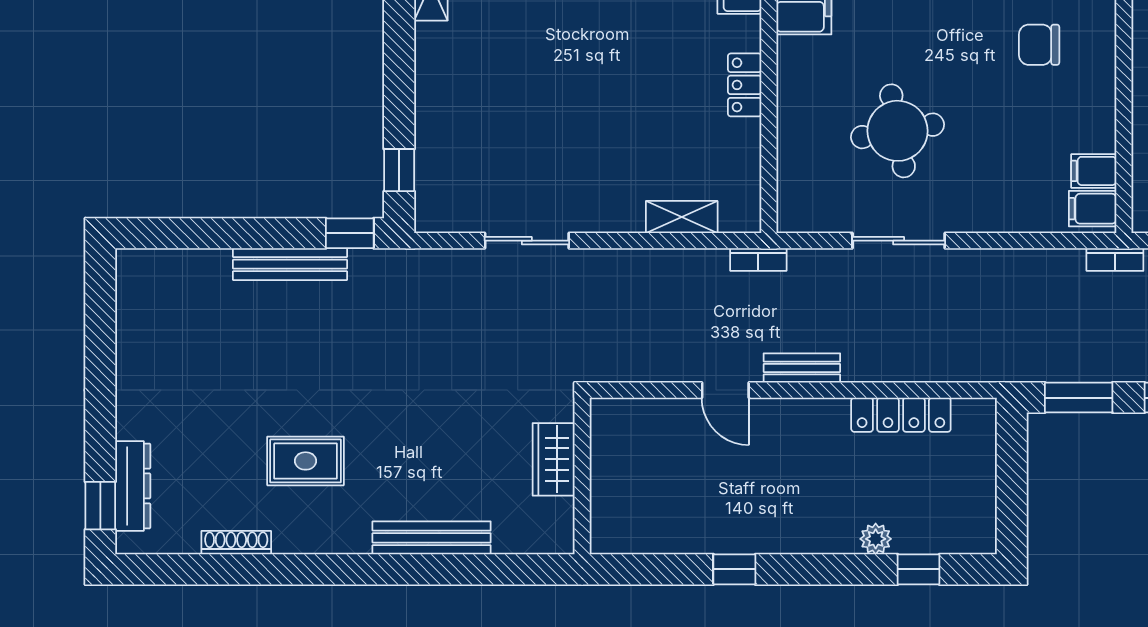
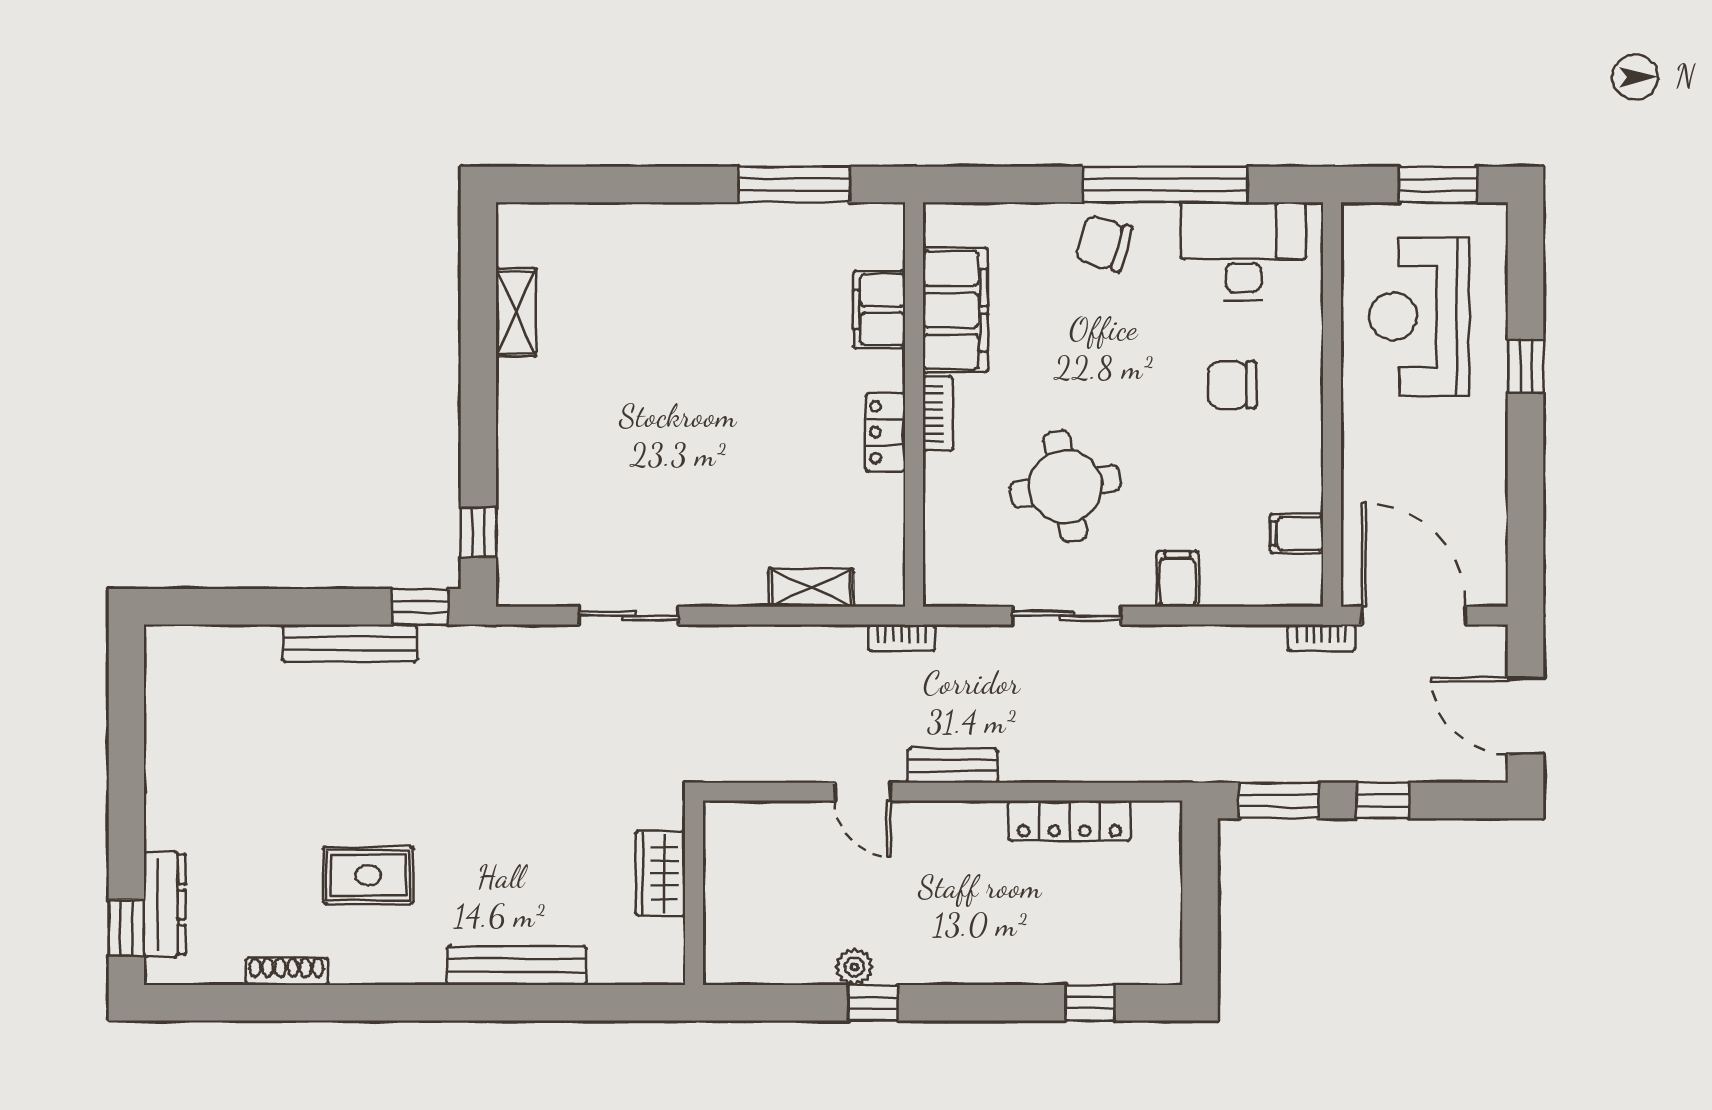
bookcase: (789, 69) -> (938, 414), added
filing cabinet: (1093, 209) -> (1178, 579), moved, turned 90
plant: (876, 539) -> (854, 967), moved

